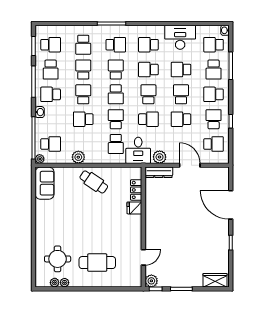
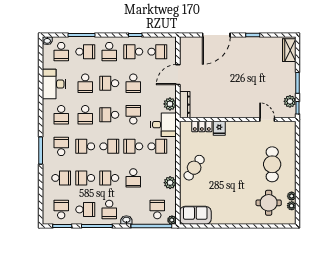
school desk: (214, 144) -> (157, 52), turned 90
plant: (151, 281) -> (290, 101), moved

